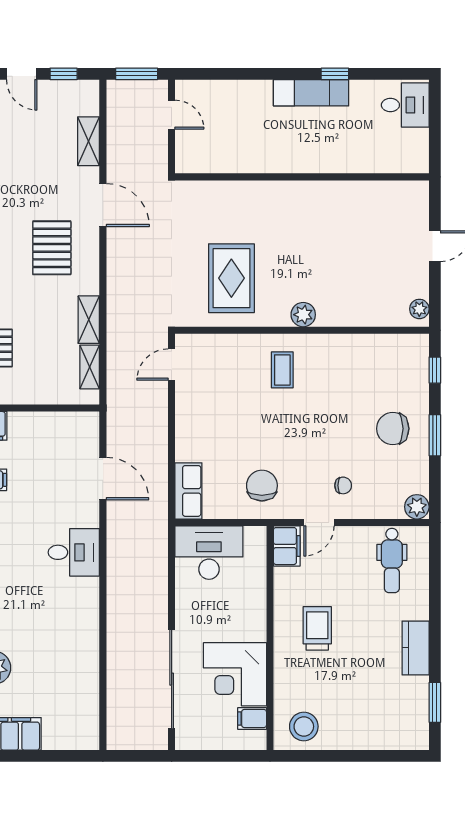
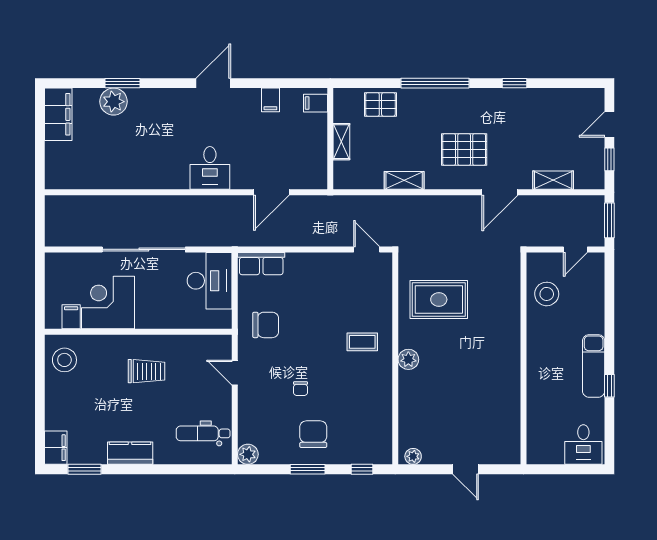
stool: (225, 149) -> (547, 294), added
shelving: (90, 367) -> (341, 142), moved, turned 90
chair: (343, 485) -> (300, 389), moved
filing cabinet: (287, 546) -> (56, 448), moved, turned -90
sliding door: (172, 679) -> (144, 249), moved

